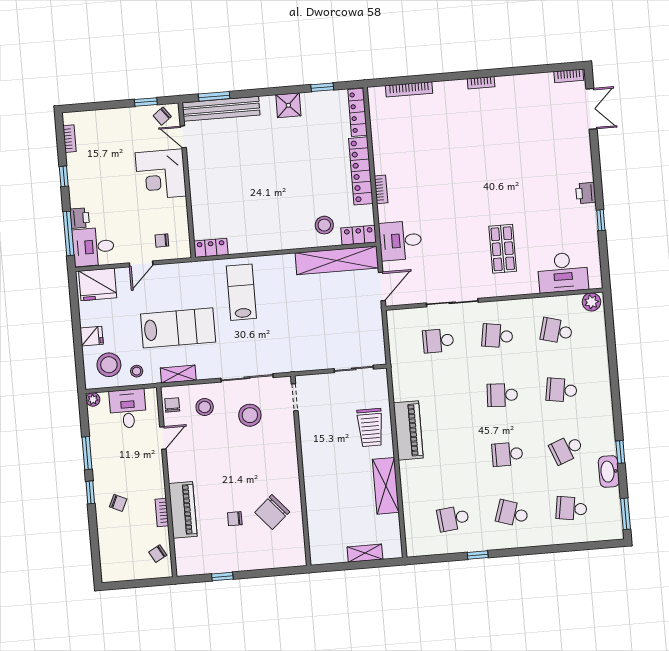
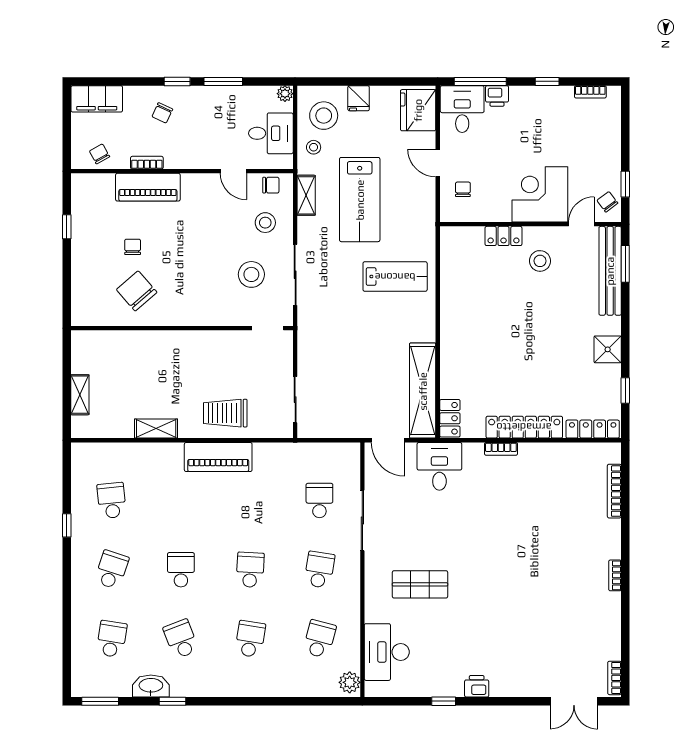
stool: (324, 225) -> (540, 261), moved
locker: (211, 248) -> (503, 236), moved, turned 90
shelving: (386, 486) -> (156, 429), width x0.67, depth x0.75
filing cabinet: (111, 560) -> (97, 99), added

